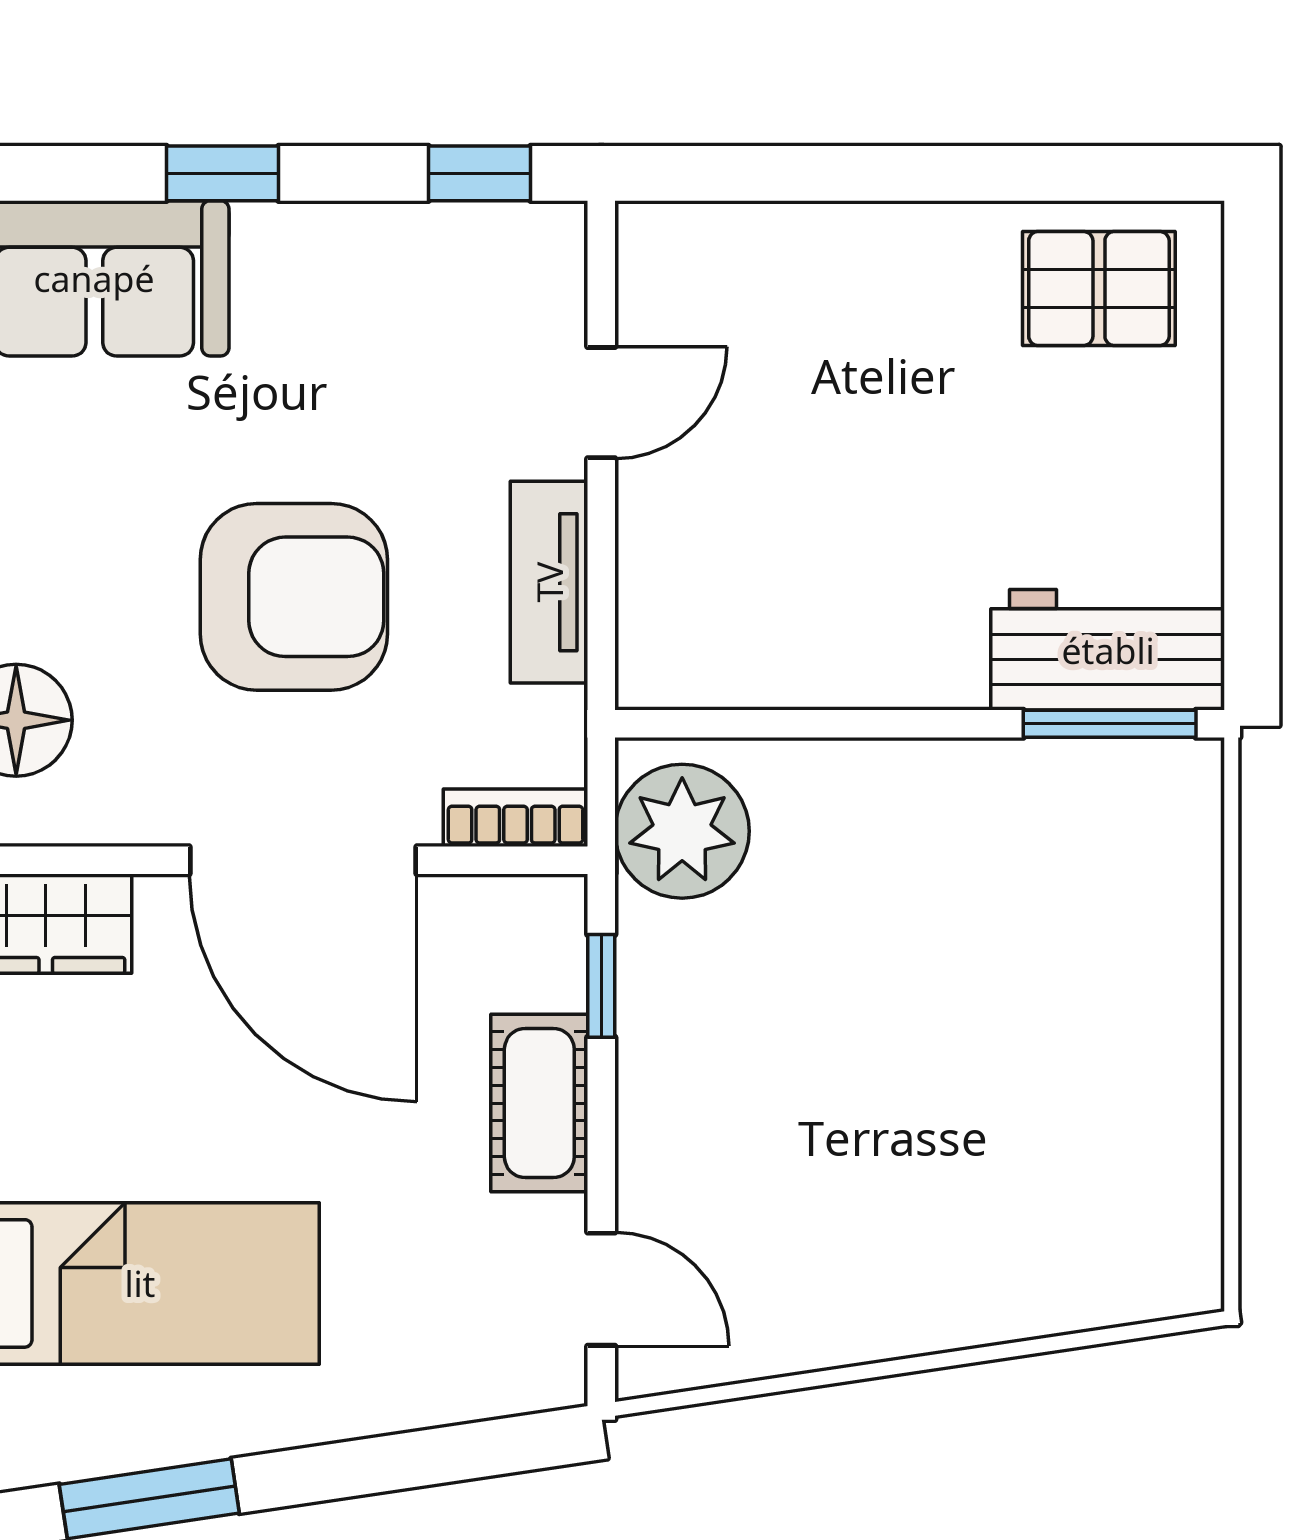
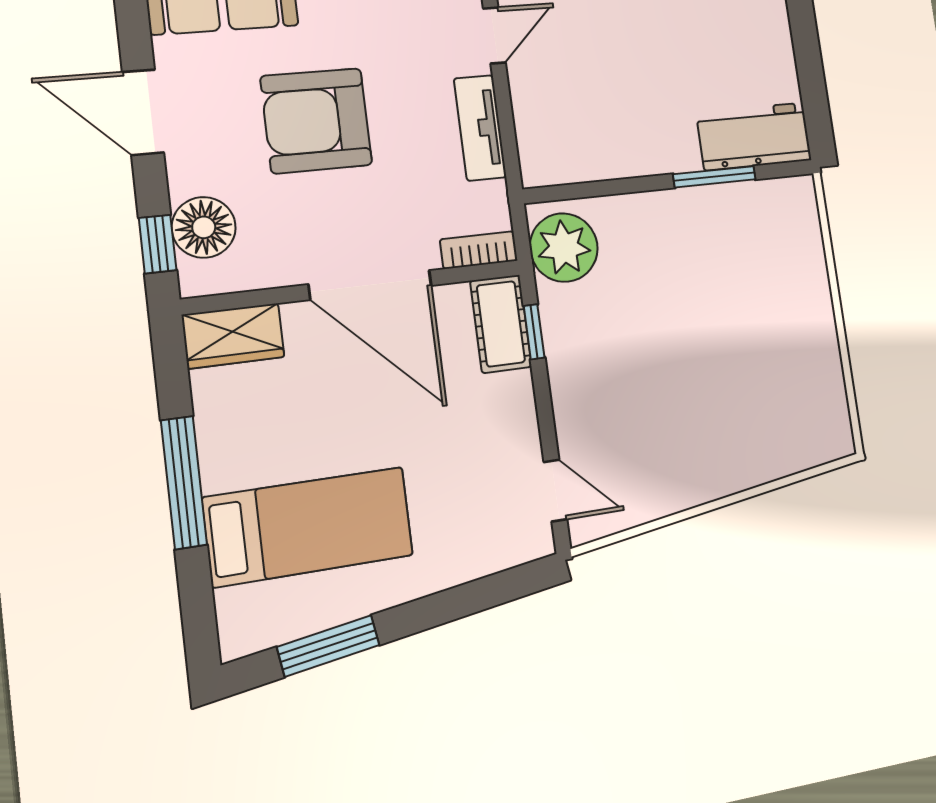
armchair: (294, 597) -> (316, 121), moved, turned 180
window: (1110, 724) -> (714, 177), moved
cot: (539, 1103) -> (501, 324), moved

